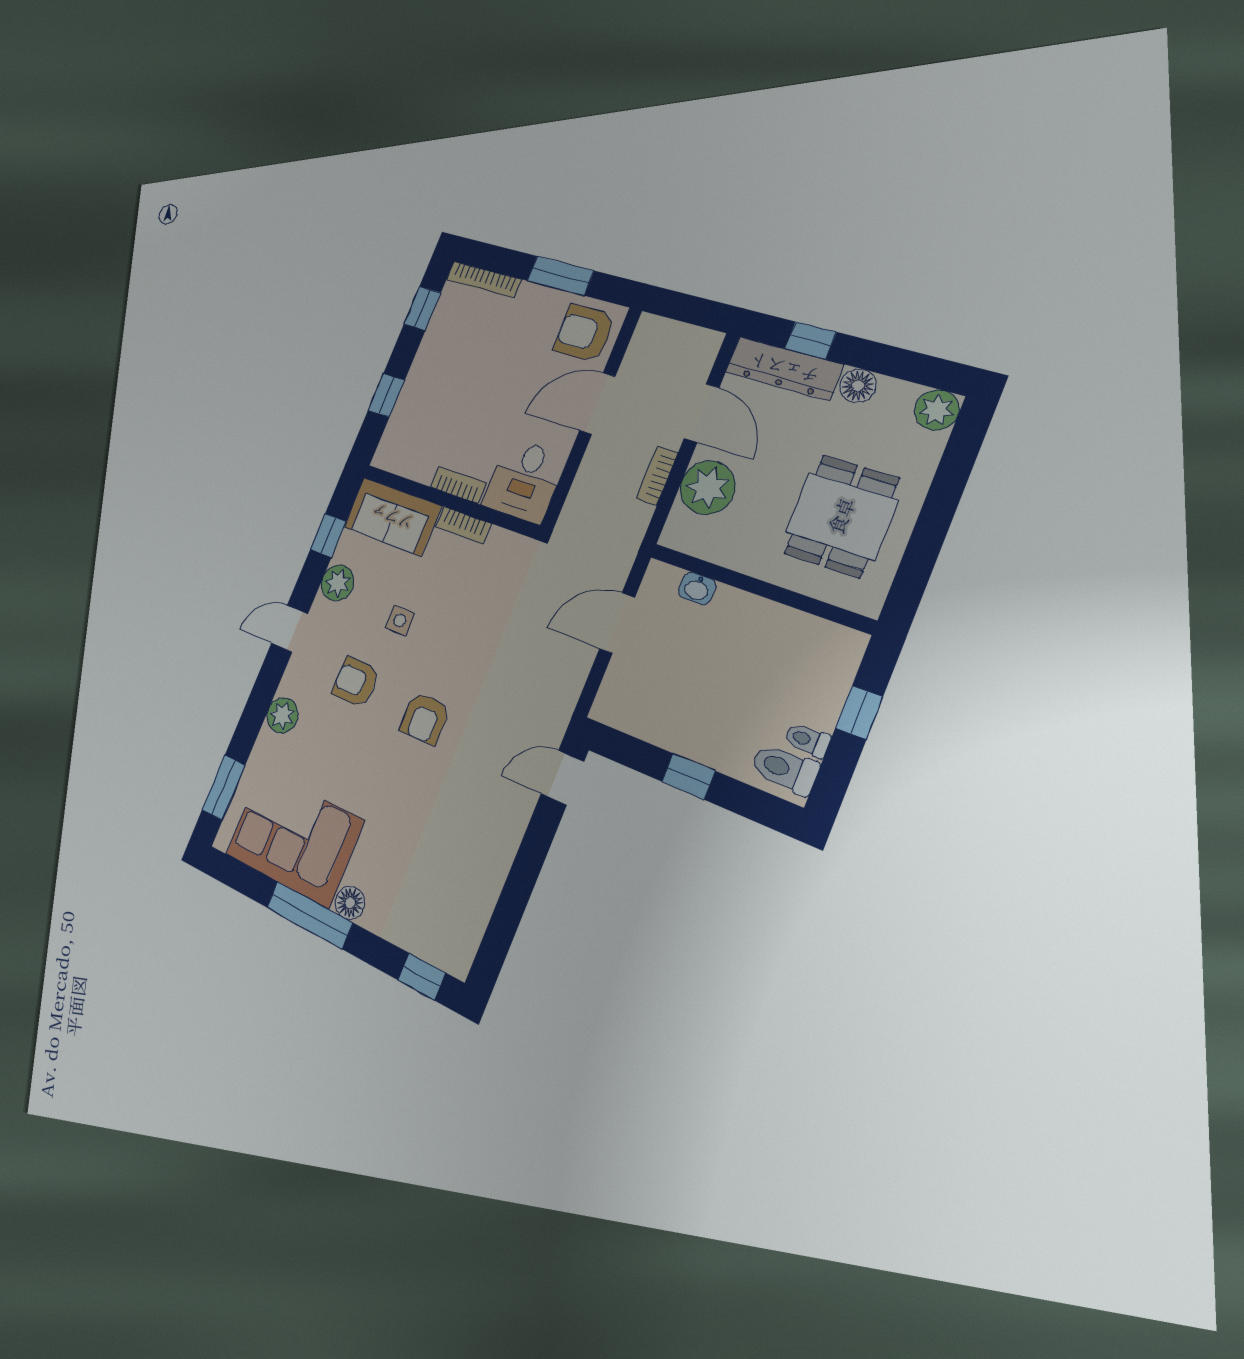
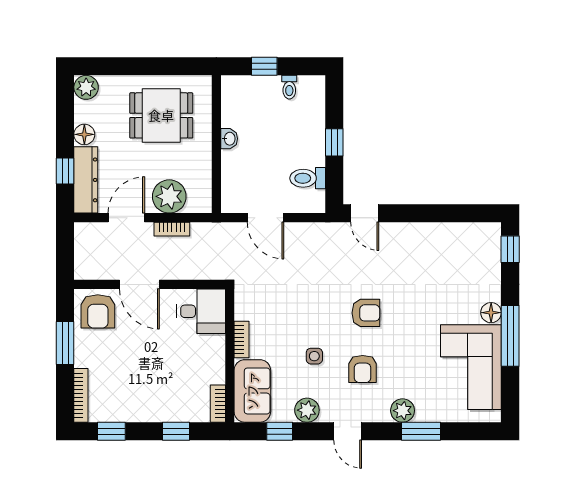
bookcase: (458, 485) -> (218, 404), moved
washbasin: (697, 588) -> (229, 139), moved
toilet: (785, 769) -> (308, 178), moved, turned 90
window: (224, 788) -> (421, 431), moved

